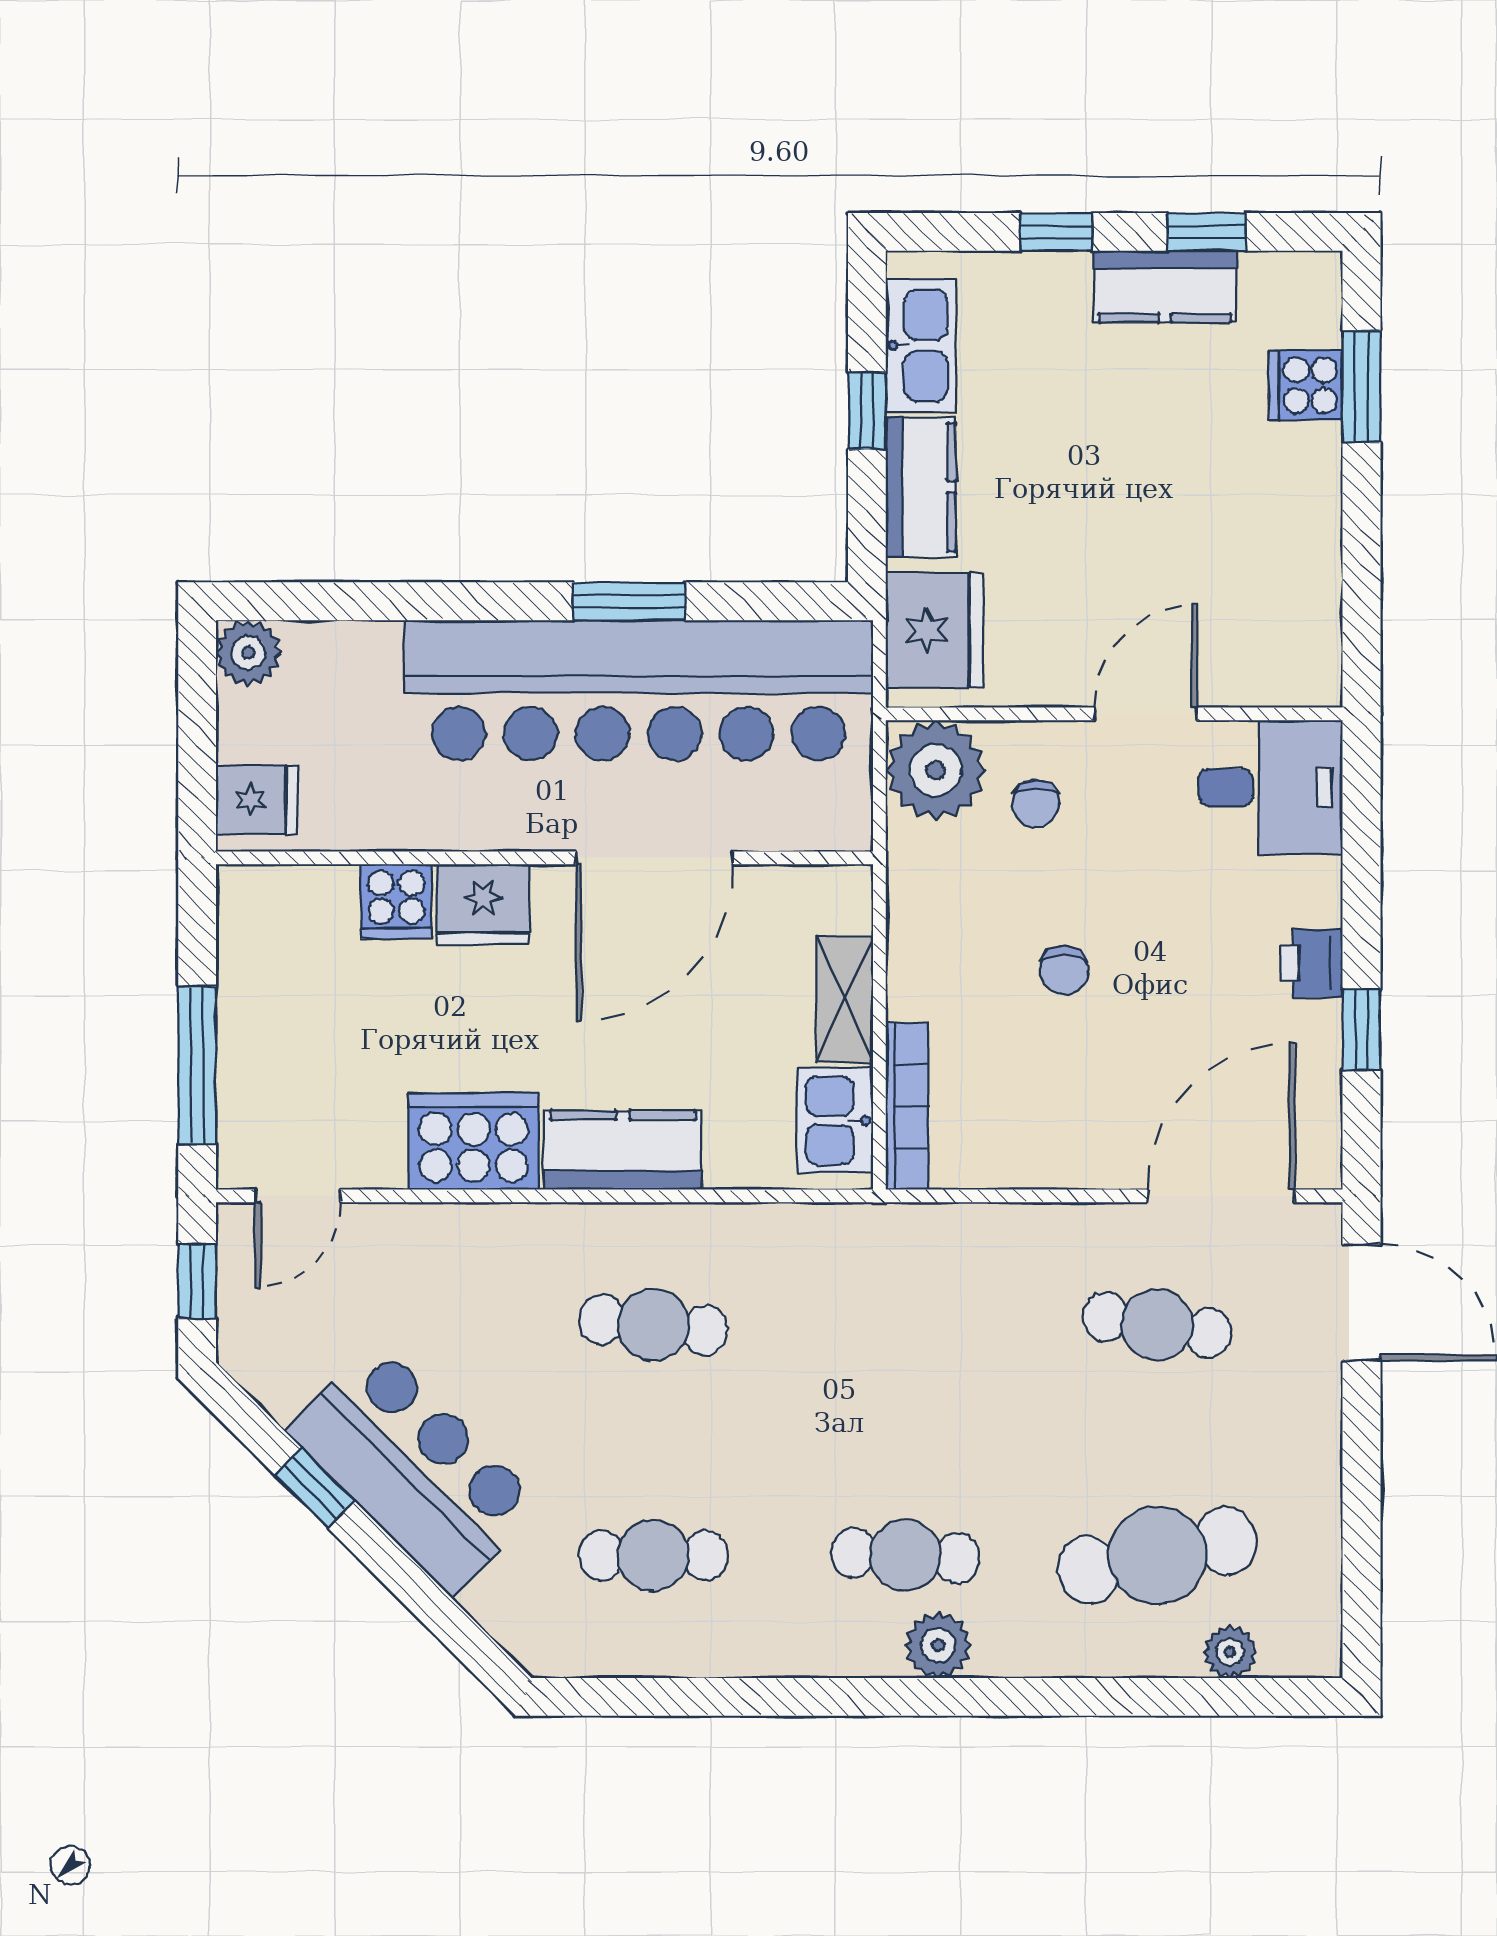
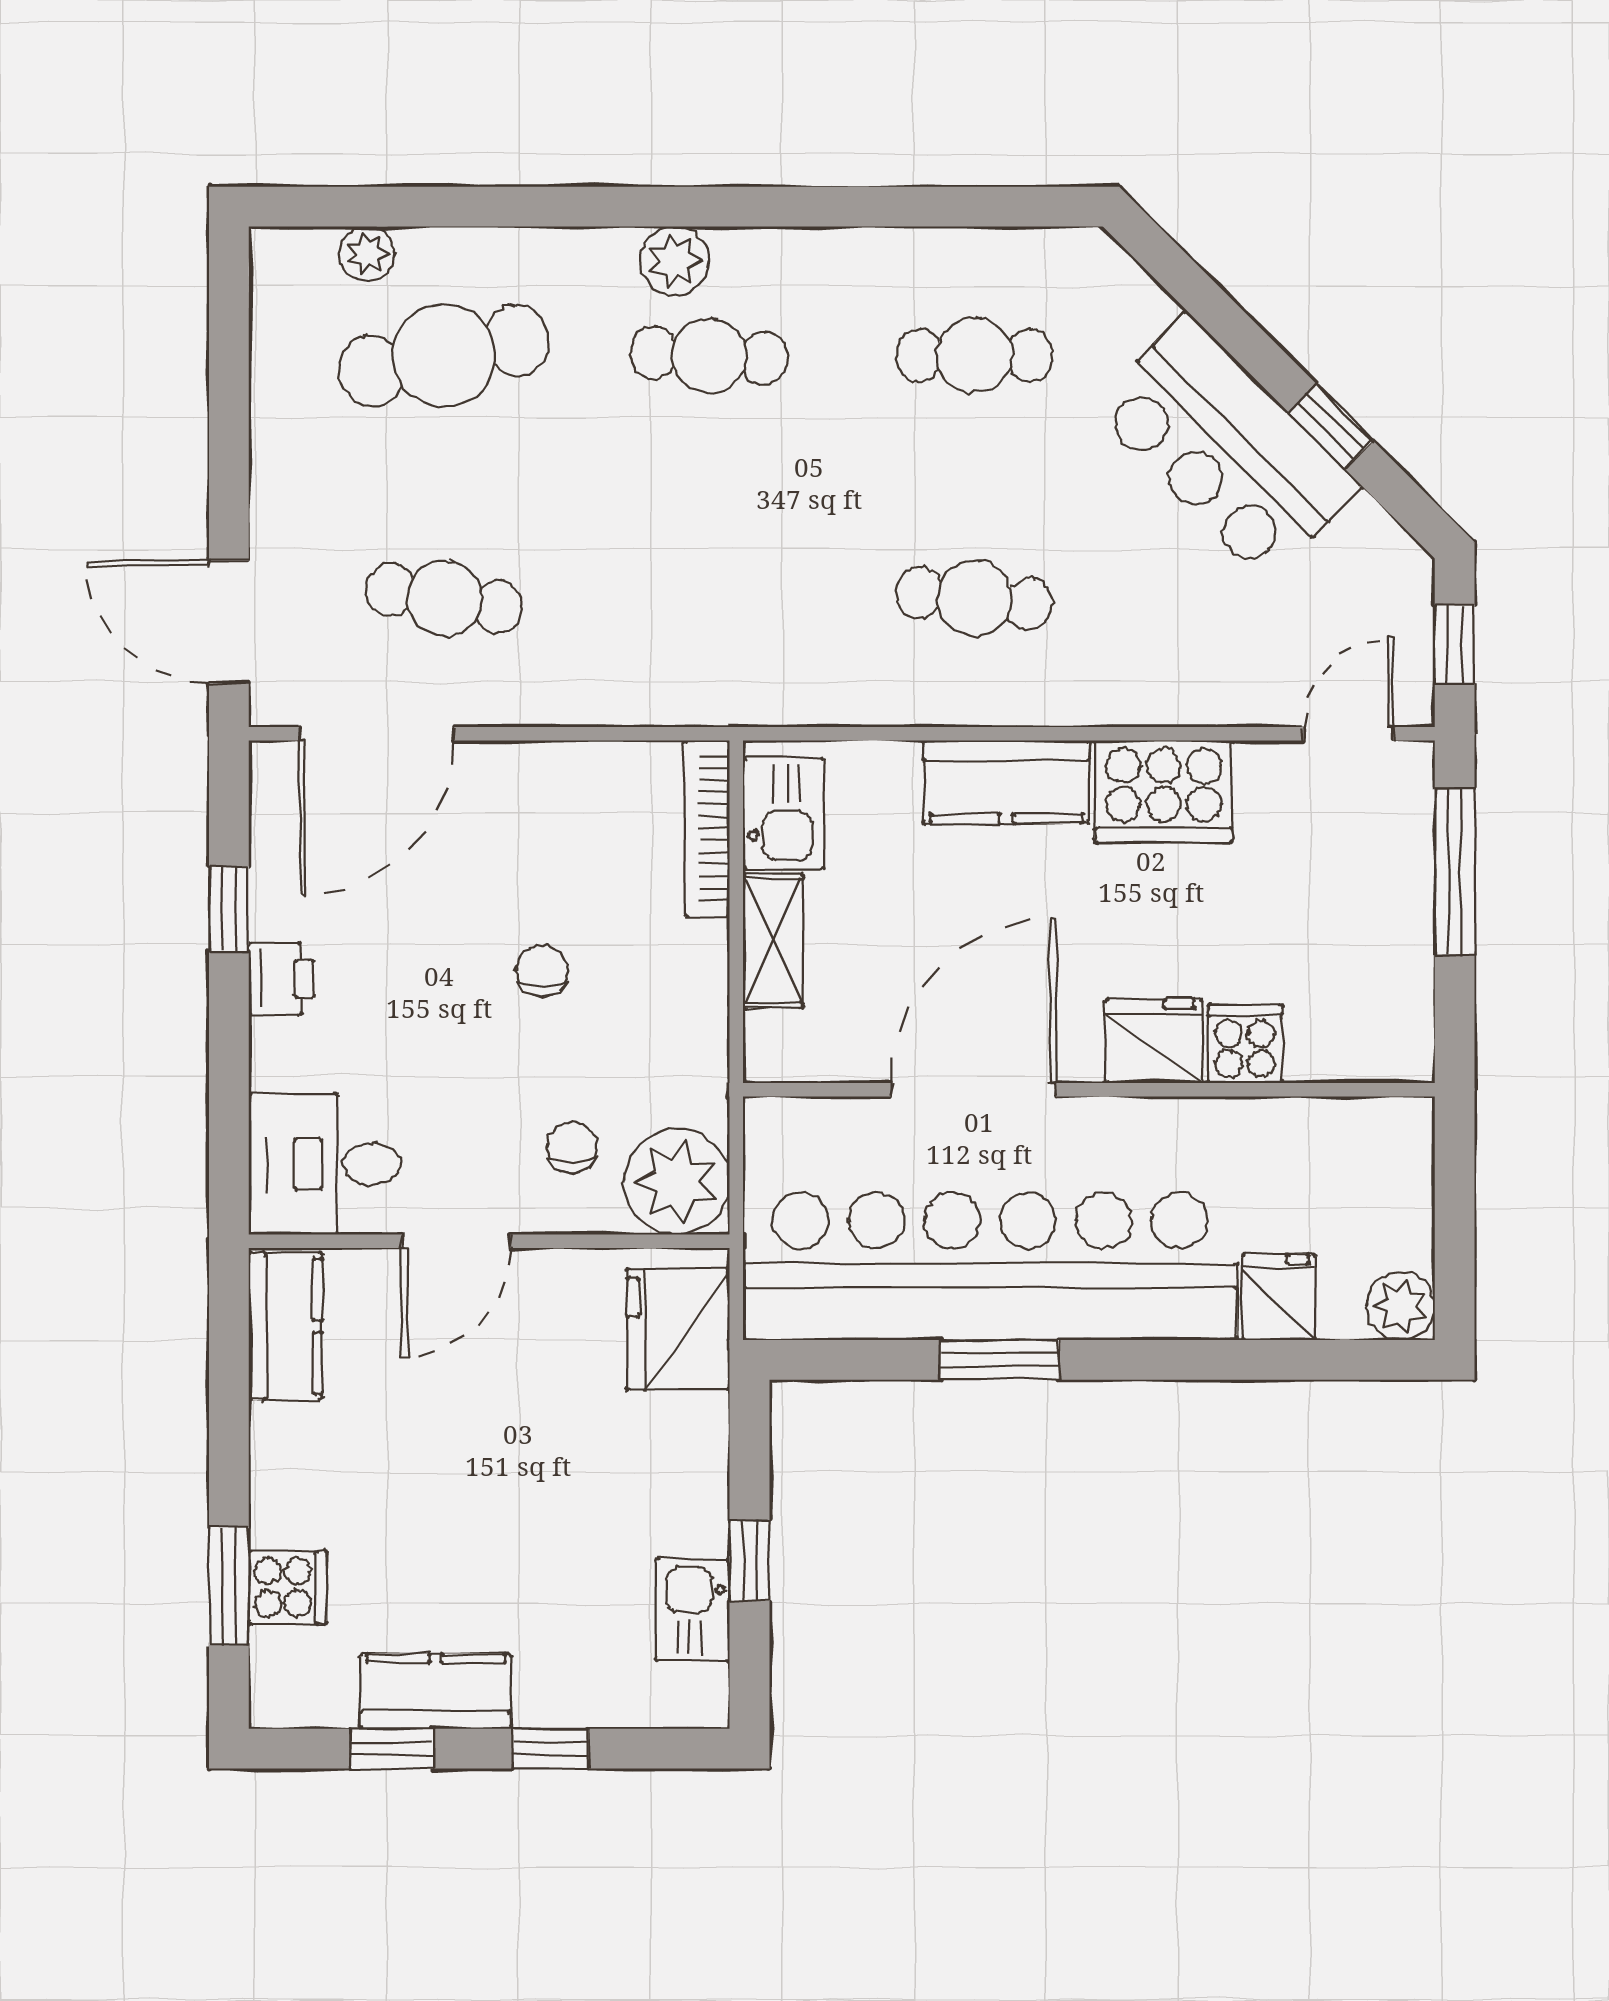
kitchen sink: (921, 345) -> (693, 1610), width x0.73
kitchen counter: (921, 487) -> (285, 1326), moved, turned 180
fridge: (257, 800) -> (1279, 1297), moved, turned 90

